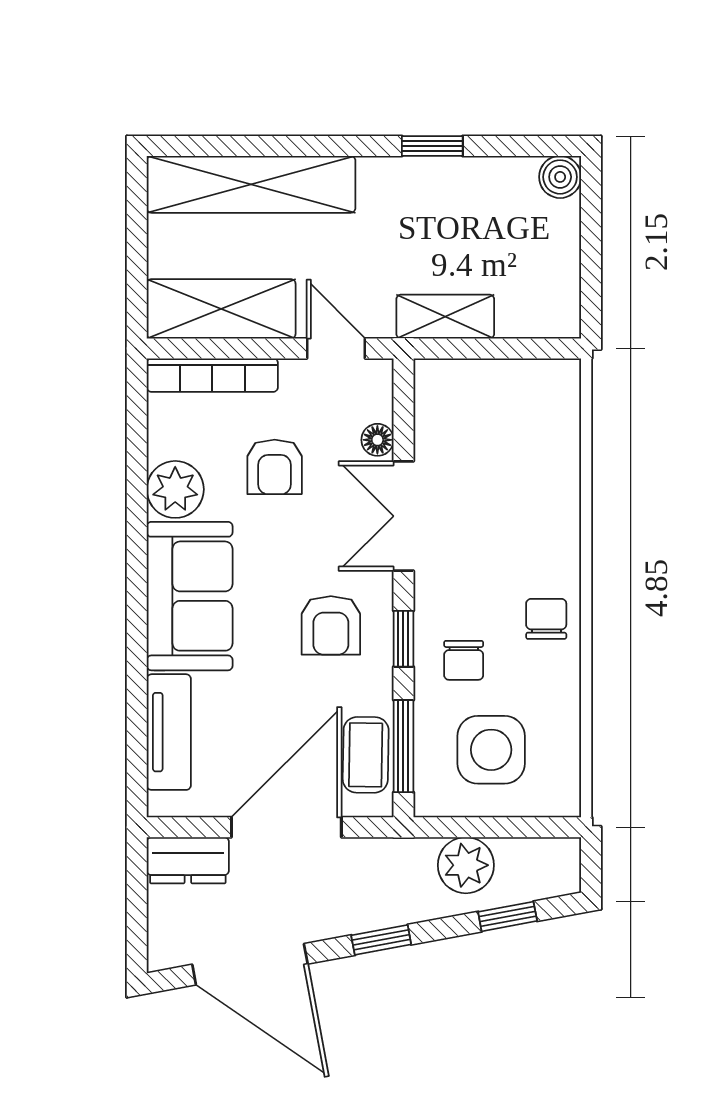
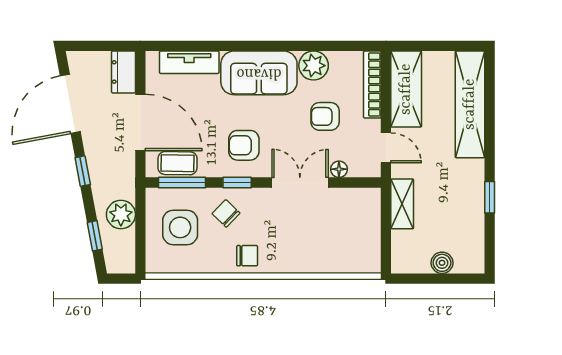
boiler: (560, 177) -> (442, 263), moved
door: (336, 348) -> (386, 148), hinge flipped
chair: (464, 660) -> (226, 213), turned 44

